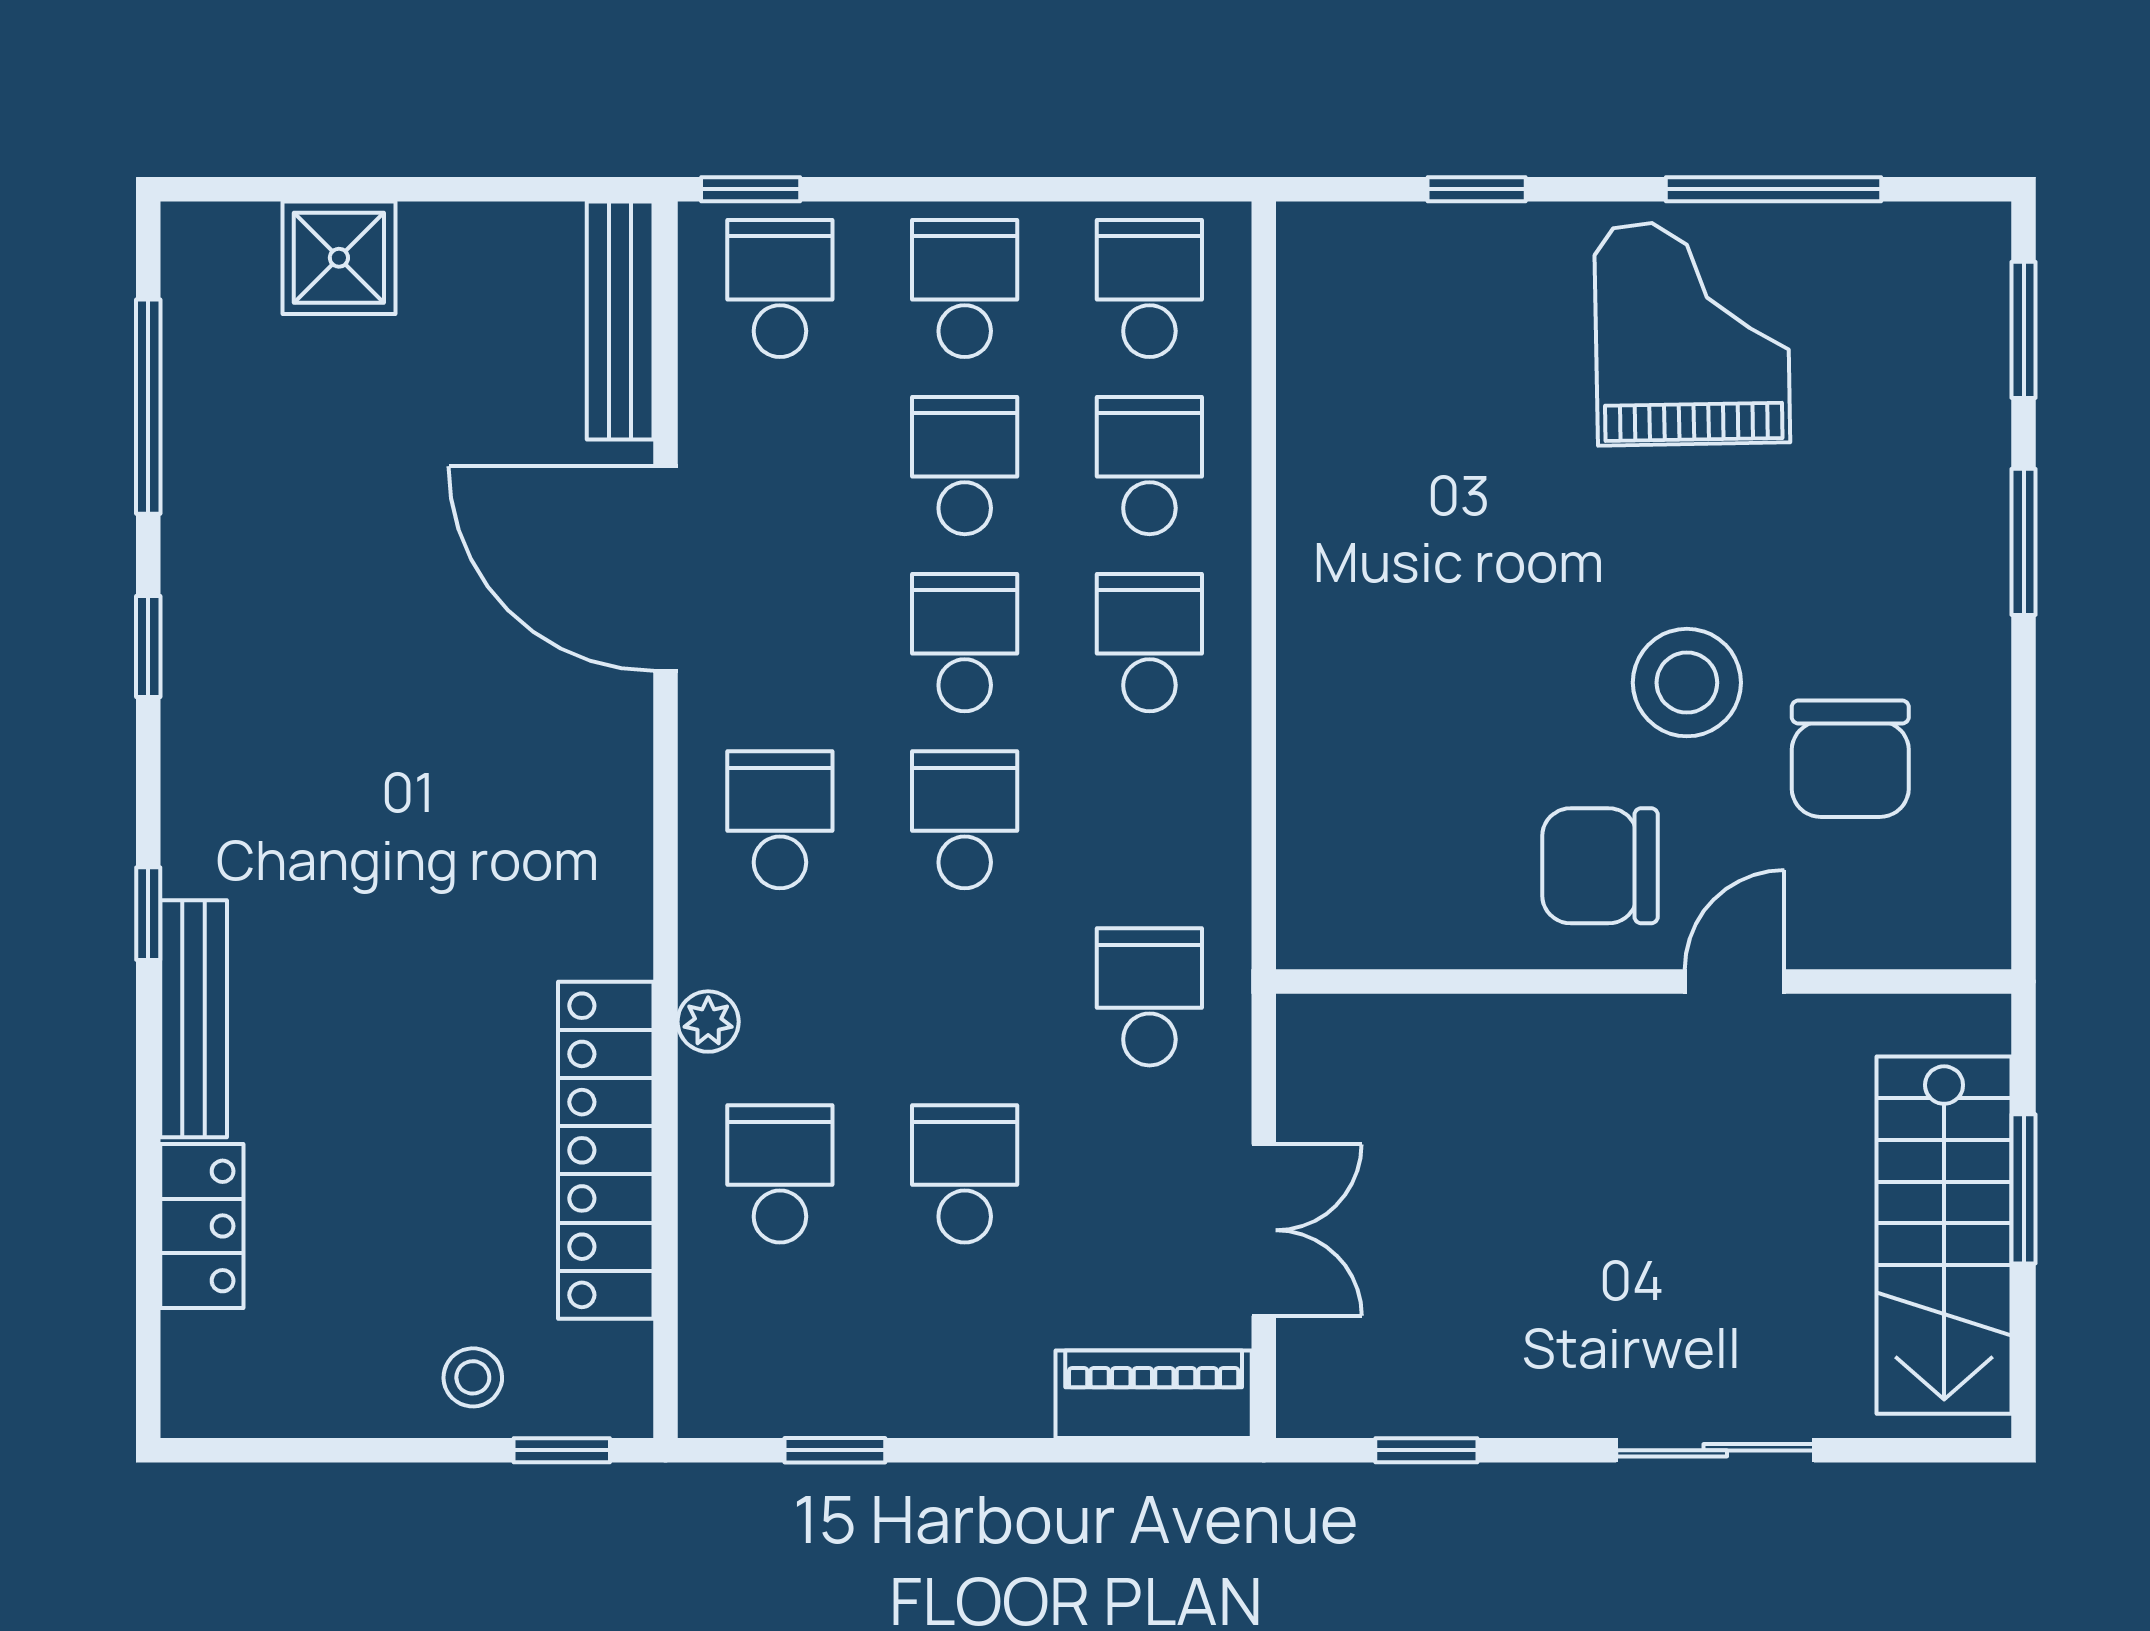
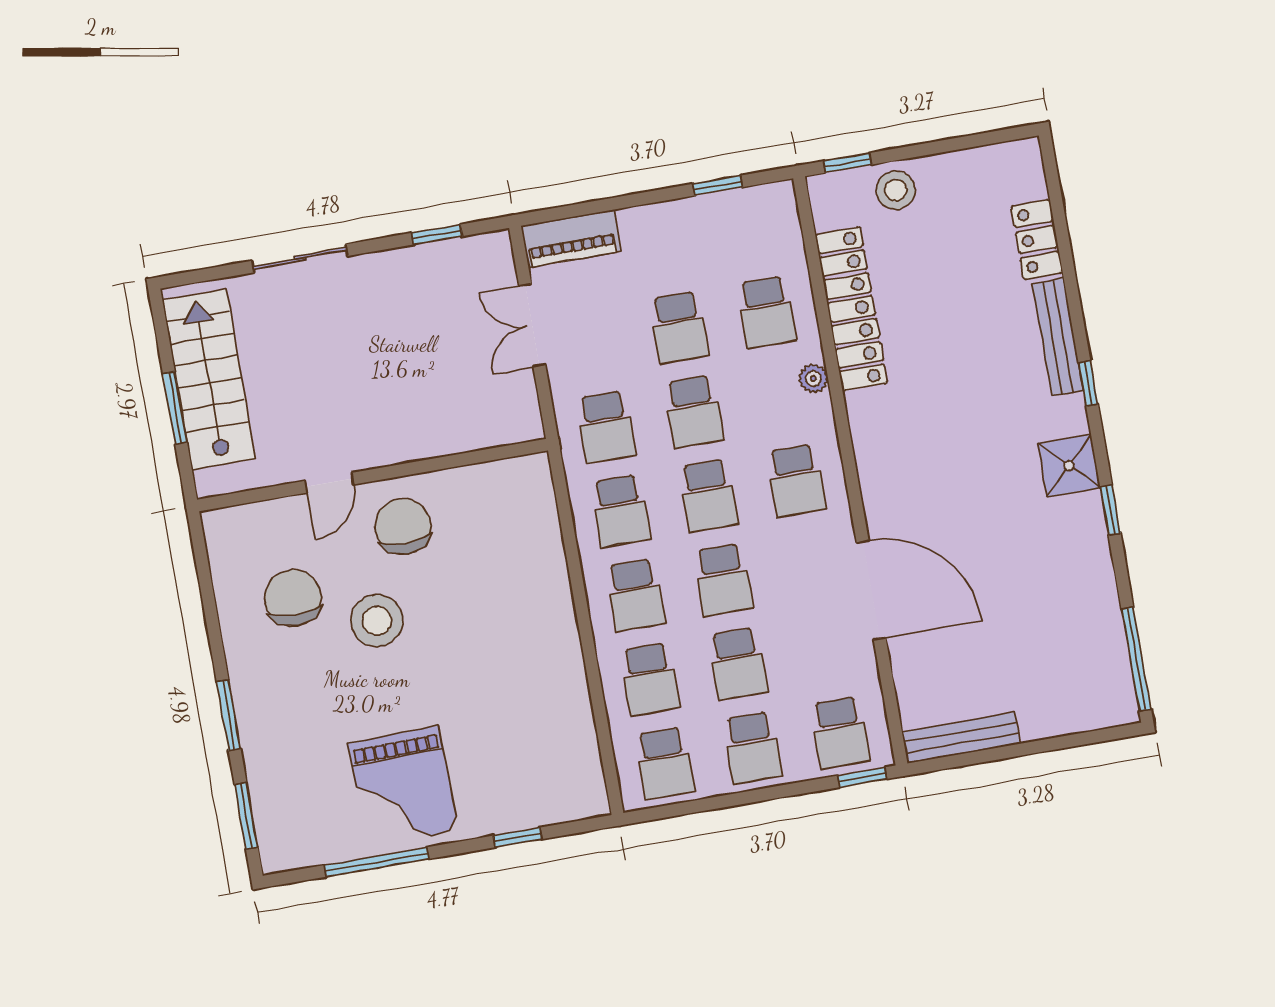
shower: (339, 258) -> (1069, 466), moved
bench: (620, 321) -> (961, 738), moved, turned 90
window: (148, 407) -> (1136, 659), moved
school desk: (1149, 820) -> (621, 511), added
chair: (1600, 866) -> (403, 526), turned -90
school desk: (965, 997) -> (694, 412), added
stool: (473, 1377) -> (896, 190), width x1.37, depth x1.37

